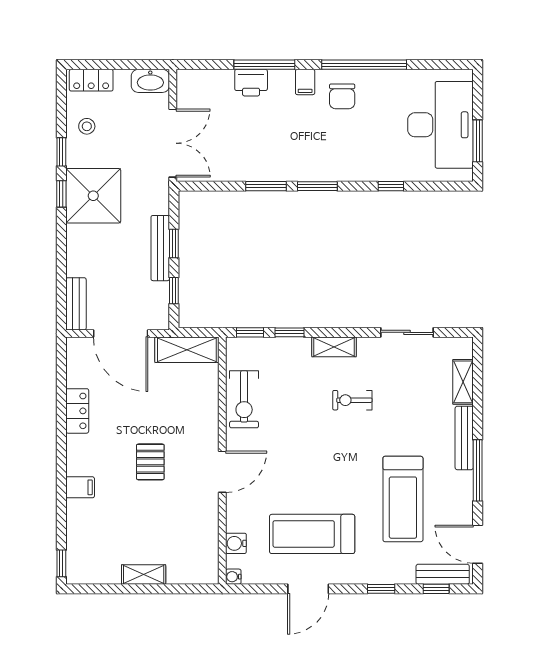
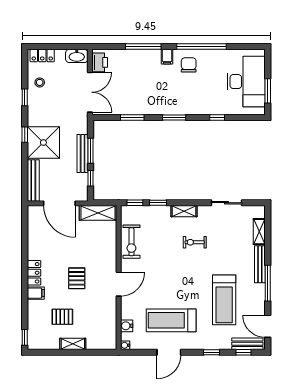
printer: (251, 83) -> (100, 62), moved, turned -90
chair: (342, 96) -> (189, 65), turned 180
window: (266, 186) -> (132, 117), moved
window: (61, 194) -> (25, 135), moved
shower: (93, 196) -> (43, 143), moved
window: (174, 243) -> (90, 151), width x1.50
bench: (76, 304) -> (33, 180), width x1.36
locker: (77, 411) -> (34, 273), moved
pallet: (126, 528) -> (62, 317), added

